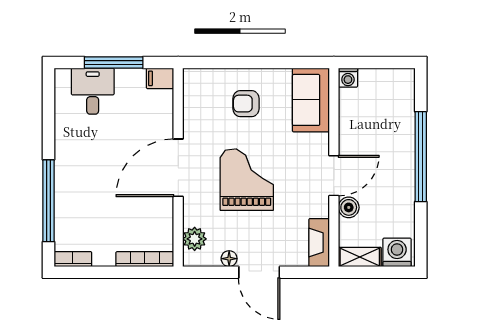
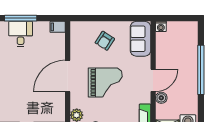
window: (114, 62) -> (21, 18), moved
armchair: (246, 104) -> (105, 41), turned -57
grand piano: (247, 180) -> (105, 83), turned 90

